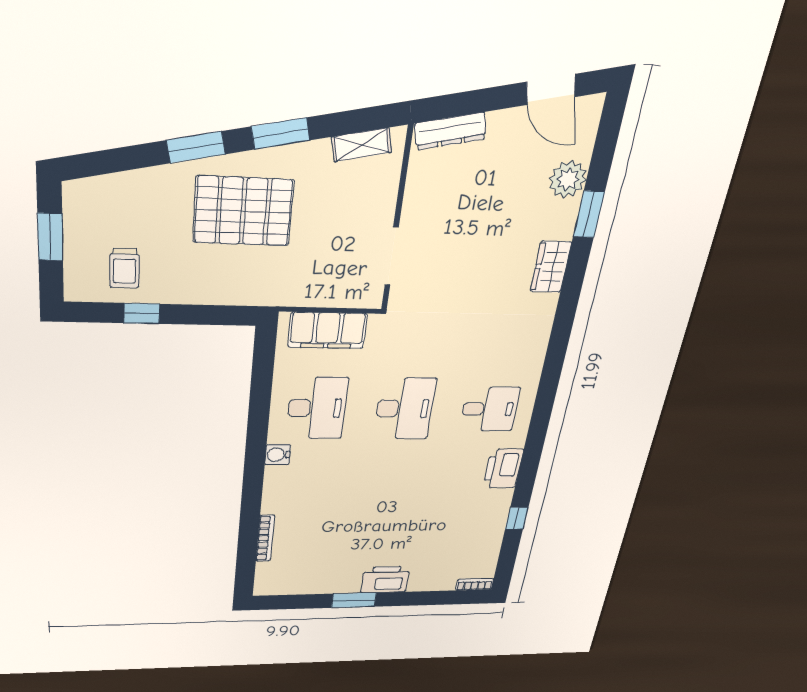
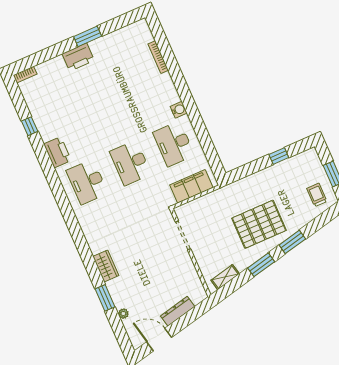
dresser: (450, 131) -> (178, 311), moved
plant: (568, 179) -> (123, 314), width x0.53, depth x0.53
trolley: (125, 268) -> (317, 195), moved
desk: (490, 409) -> (87, 182), width x1.37

